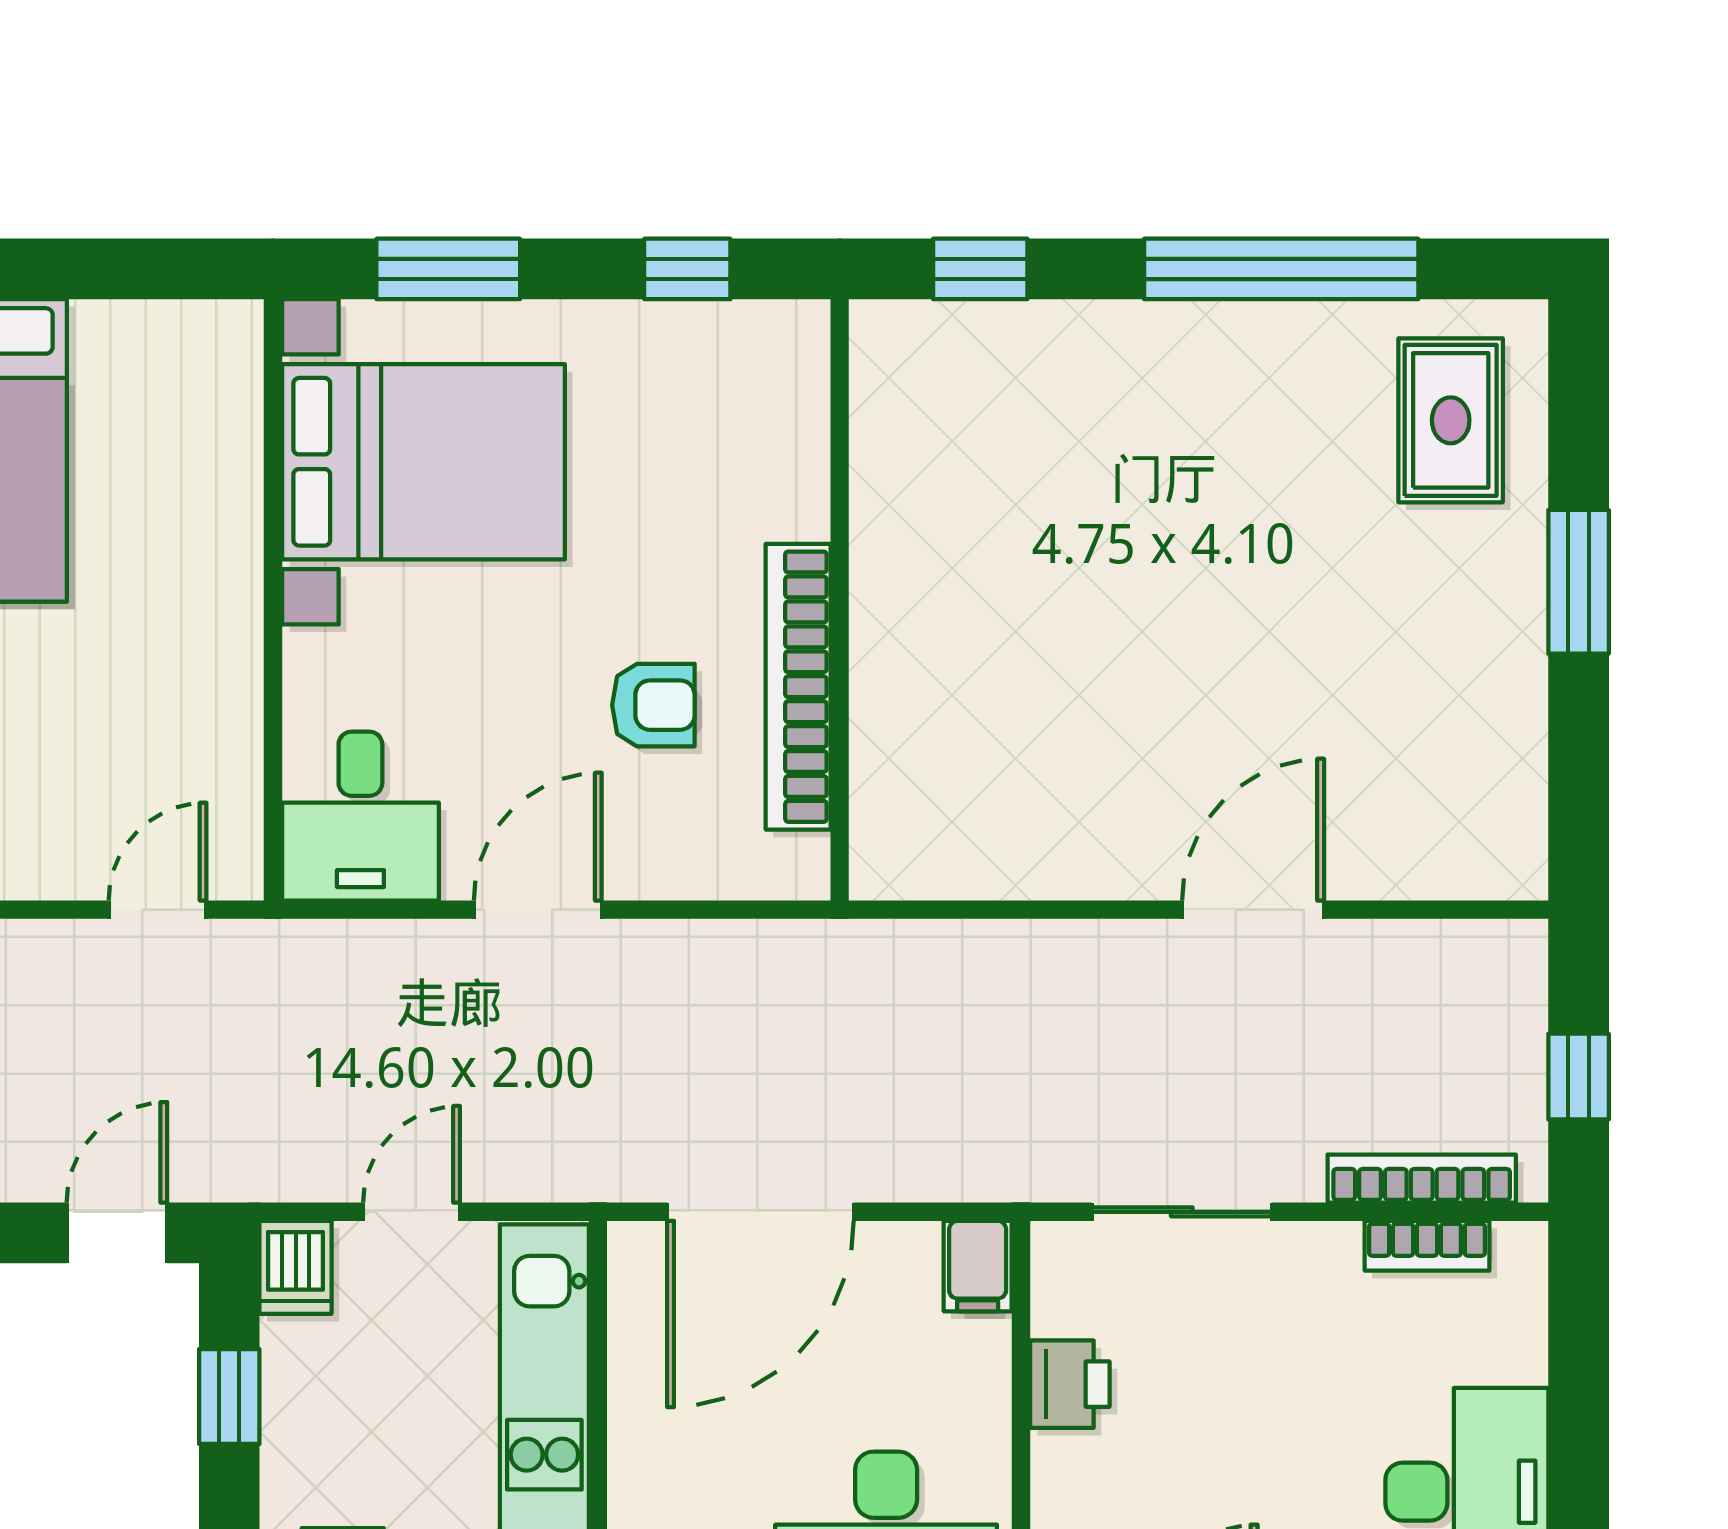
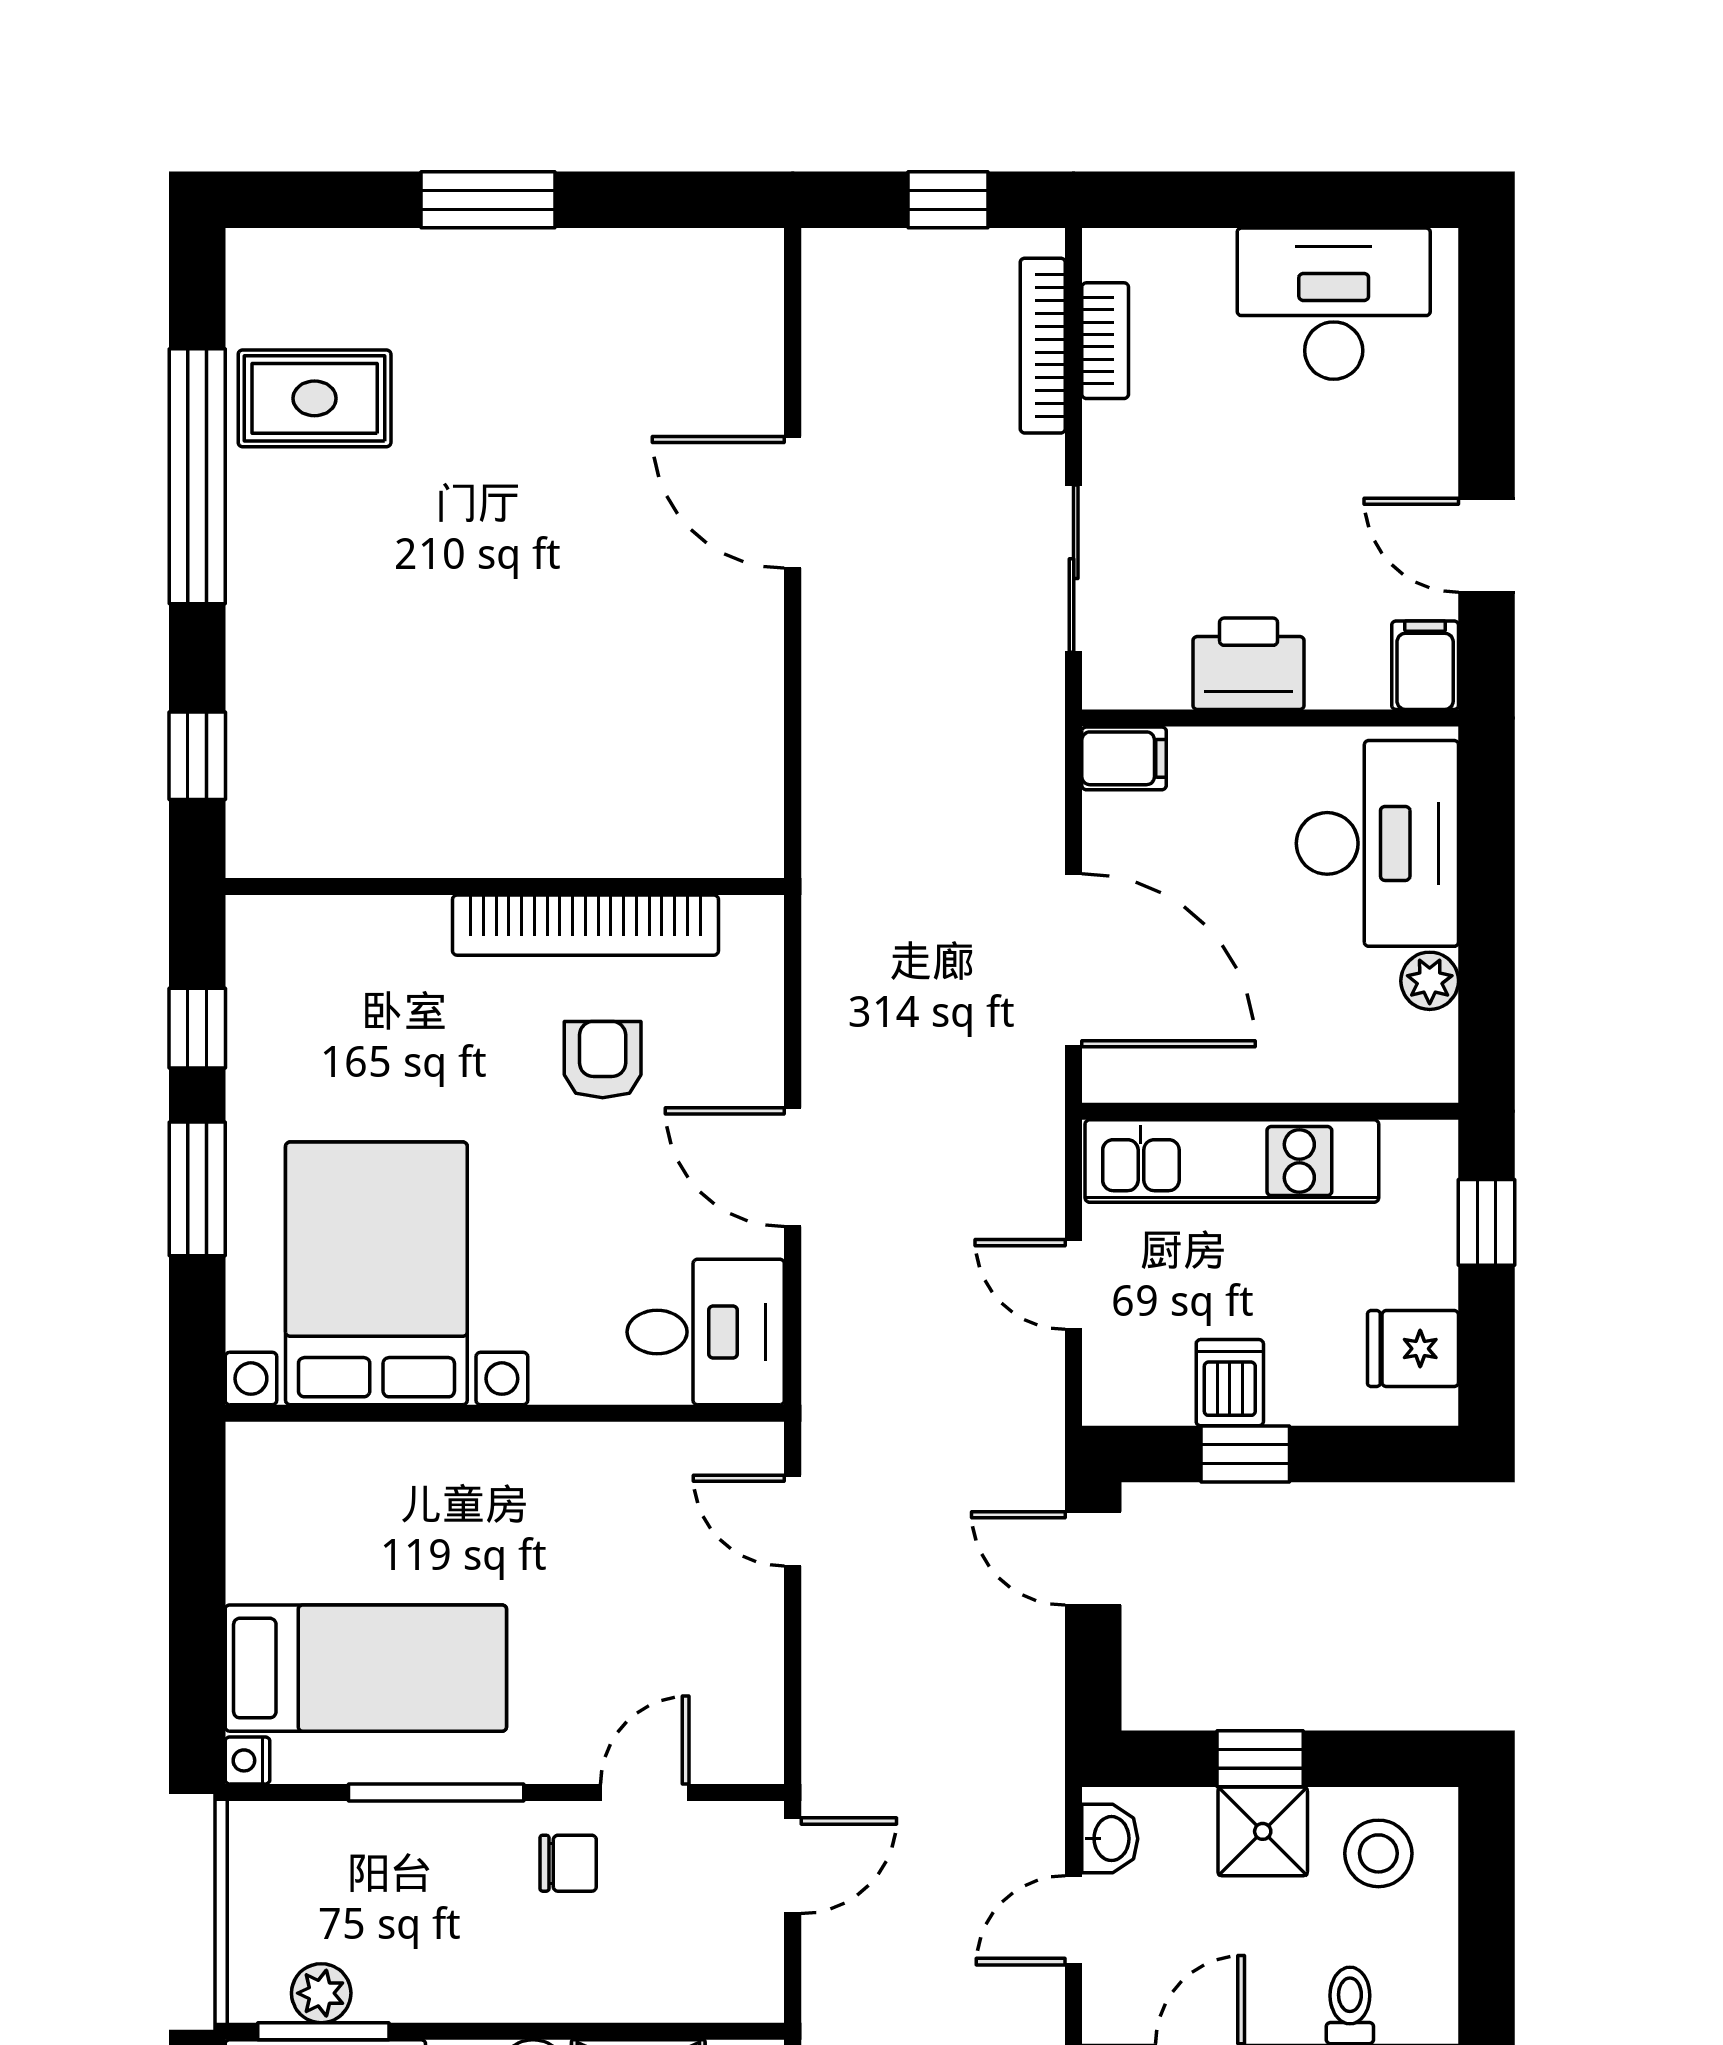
window: (448, 269) -> (197, 1189), moved
rug: (1451, 420) -> (315, 398), moved
dishwasher: (296, 1267) -> (1230, 1383), moved, turned -90
printer: (1070, 1384) -> (1249, 664), width x1.36, depth x1.24

